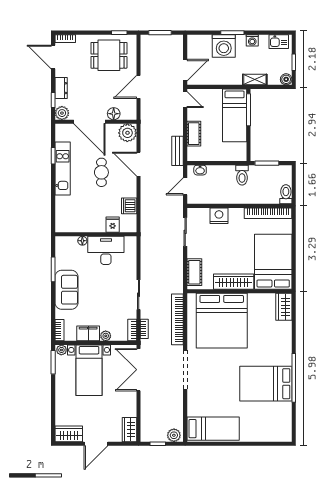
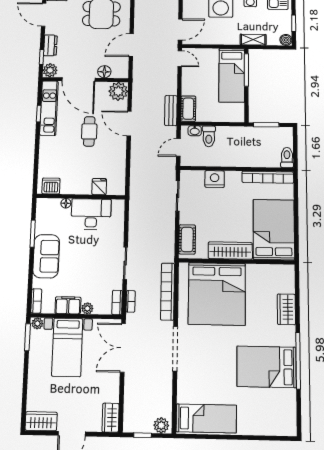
cot: (194, 134) -> (188, 109), moved
kitchen unit: (63, 168) -> (49, 108), moved
toilet: (242, 175) -> (209, 136), moved
dishwasher: (129, 206) -> (51, 186), moved, turned 90
wardrobe: (284, 307) -> (286, 309), moved

